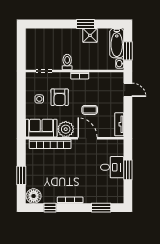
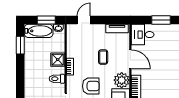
window: (86, 24) -> (20, 45), moved
shower: (90, 35) -> (58, 60), moved
door: (87, 138) -> (130, 59), swing flipped
desk: (112, 167) -> (143, 35), moved, turned -90

